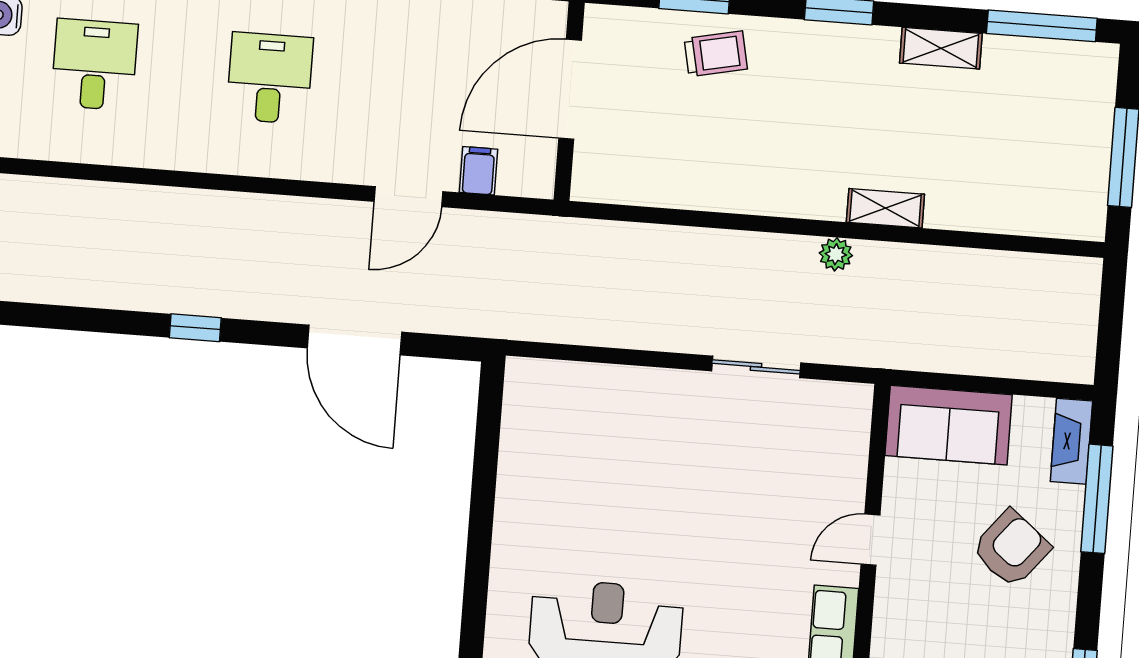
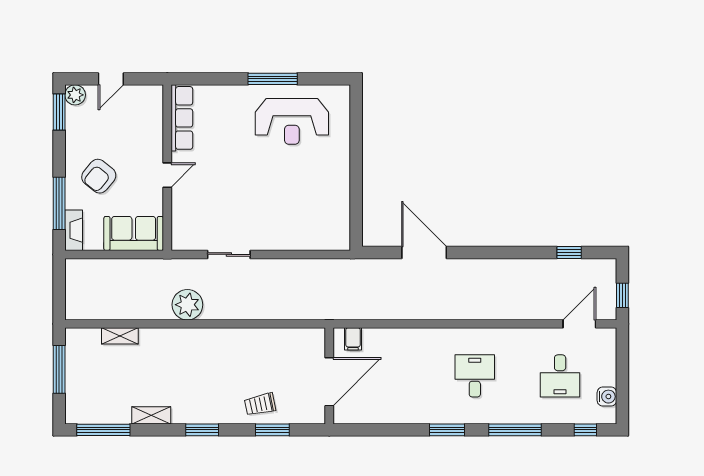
desk: (270, 78) -> (475, 376), turned 180
filing cabinet: (479, 171) -> (353, 339), moved
door: (408, 197) -> (579, 324), moved
shelving: (885, 208) -> (120, 336), moved
plant: (836, 254) -> (187, 305), width x1.87, depth x1.87
window: (195, 328) -> (569, 253), moved

